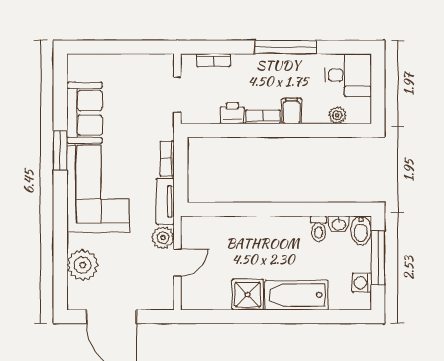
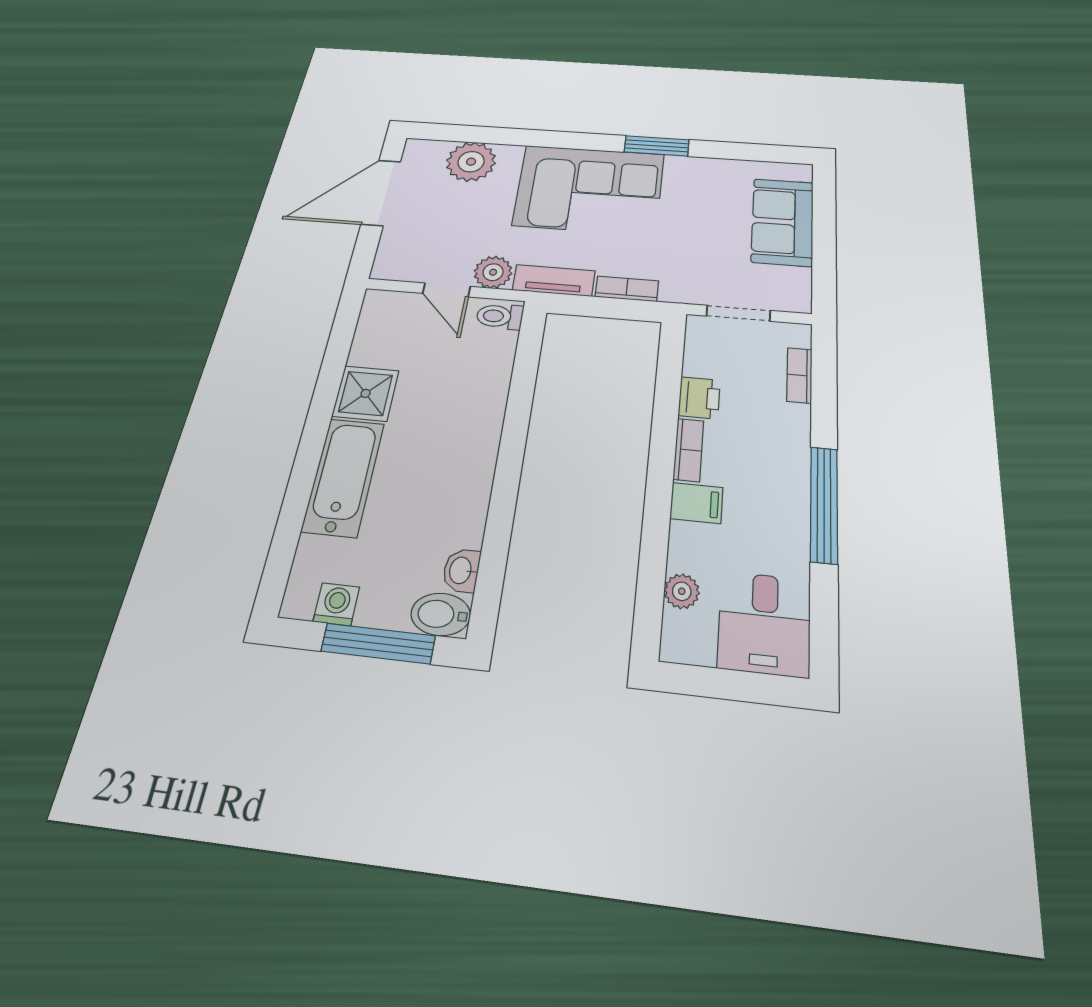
sofa: (84, 113) -> (783, 222), moved, turned 90
toilet: (318, 229) -> (500, 316), moved

